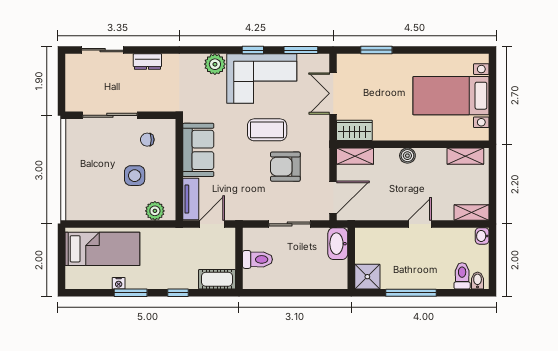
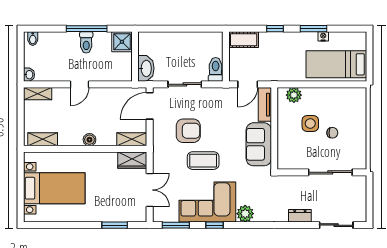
chair: (147, 140) -> (332, 133), moved
toilet: (257, 259) -> (216, 69), moved, turned 90
toilet: (462, 276) -> (86, 42), moved

